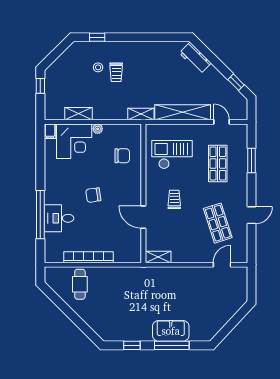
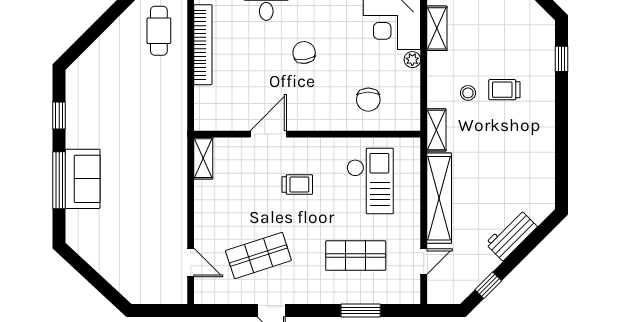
workbench: (195, 58) -> (511, 235), moved
stool: (98, 67) -> (468, 93), moved
cafe table: (80, 284) -> (159, 31), turned 90

